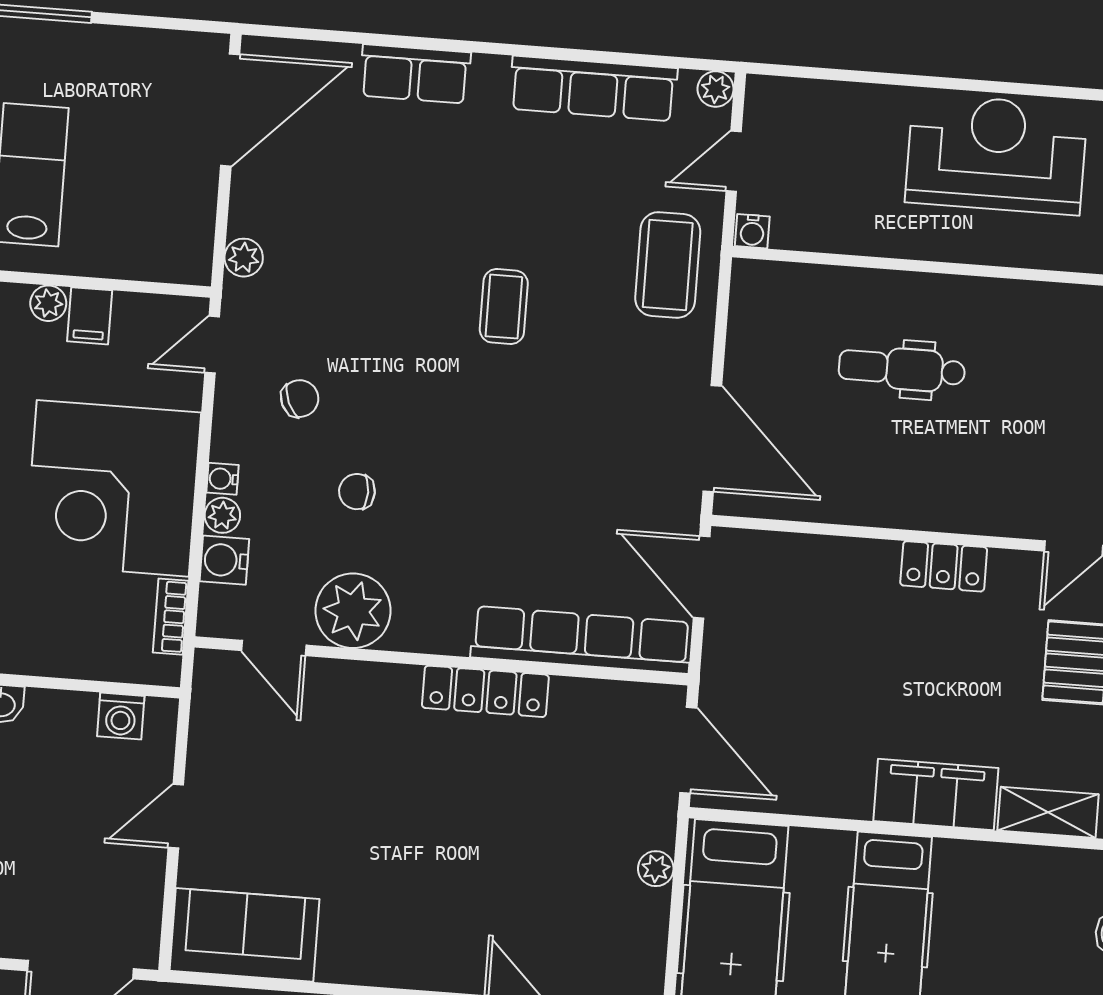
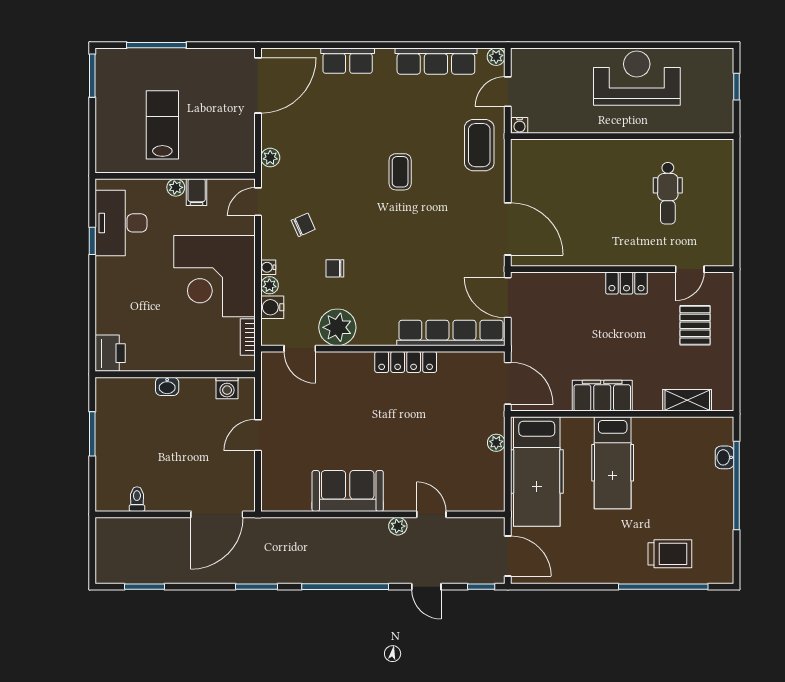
dental chair: (902, 369) -> (668, 193), moved, turned -90
filing cabinet: (936, 795) -> (602, 396), moved
sofa: (245, 935) -> (348, 491), moved

